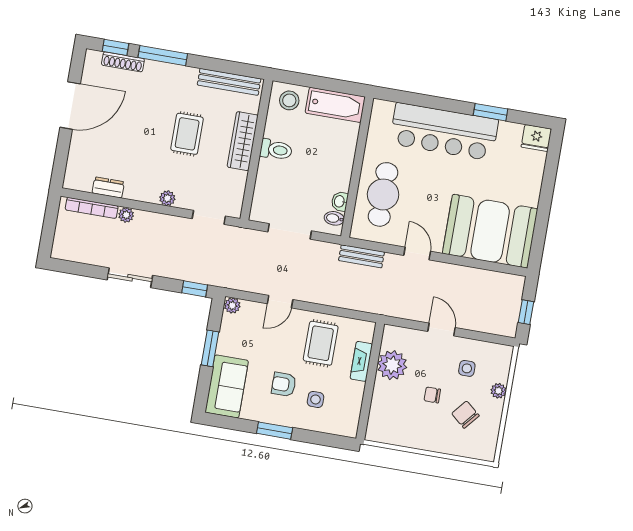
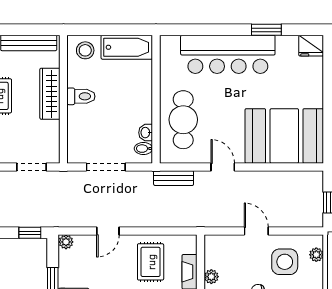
plant: (392, 365) -> (211, 277), width x0.53, depth x0.53
side table: (467, 368) -> (285, 262), width x1.87, depth x1.87
plant: (498, 391) -> (316, 255), moved

